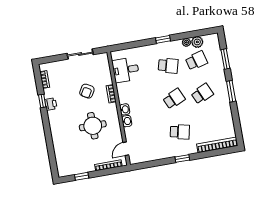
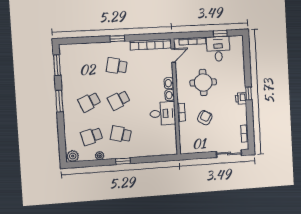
plant: (197, 42) -> (73, 156), moved
sliding door: (80, 54) -> (229, 154), moved
window: (225, 59) -> (57, 65), moved
desk: (126, 70) -> (163, 113), moved
window: (42, 101) -> (249, 93), moved
printer: (51, 104) -> (241, 98), moved
bookcase: (217, 145) -> (151, 44), moved
desk: (82, 161) -> (218, 49), added

